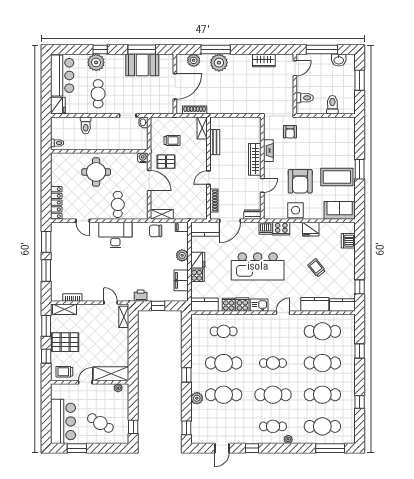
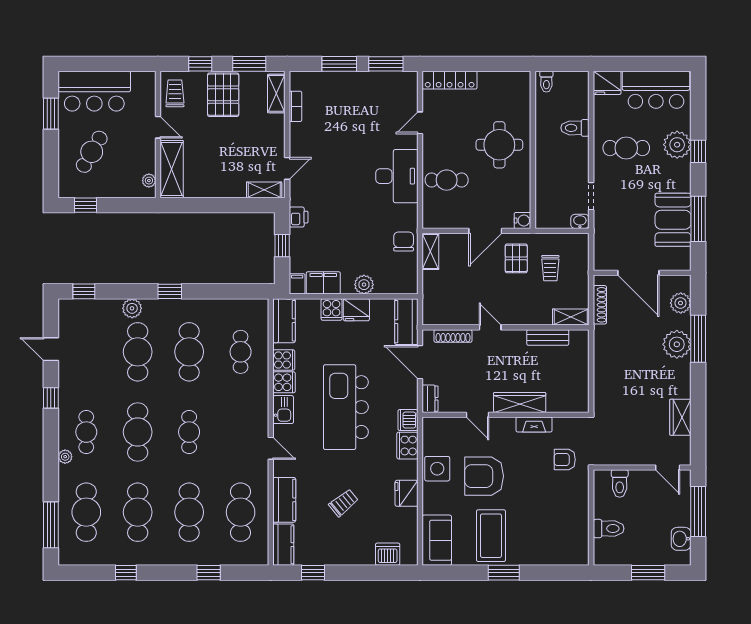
filing cabinet: (182, 227) -> (297, 284), moved

